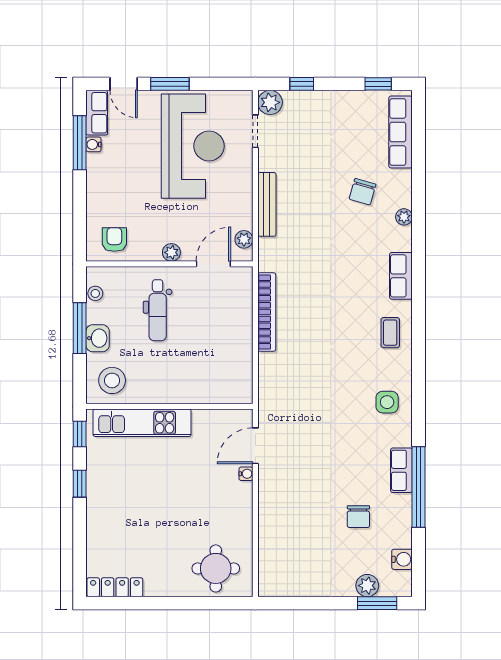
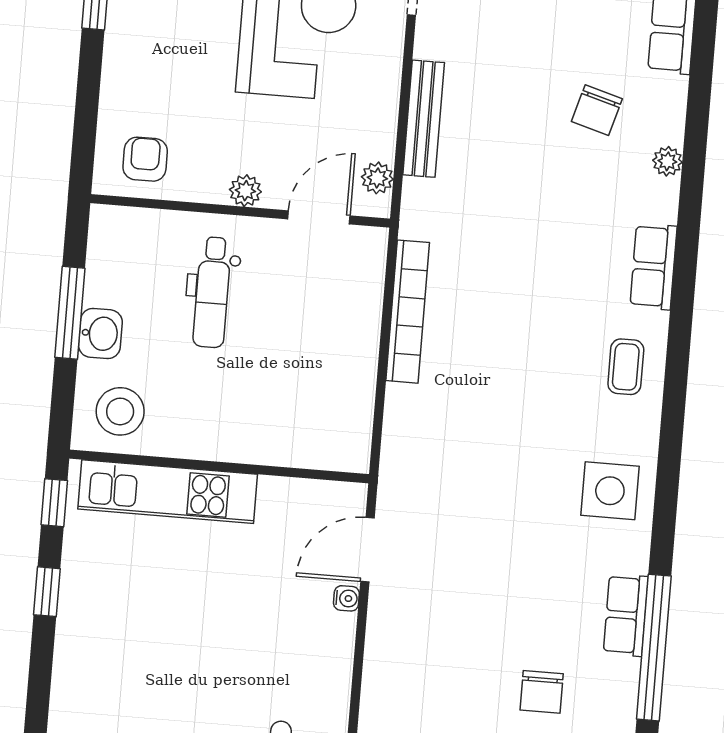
stool: (95, 293) -> (103, 253), removed
side table: (387, 402) -> (610, 491), width x1.37, depth x1.37

